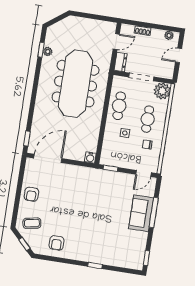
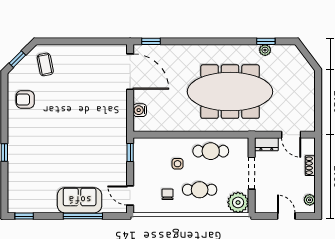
water cooler: (90, 157) -> (140, 110), moved
armchair: (31, 194) -> (82, 58), removed

